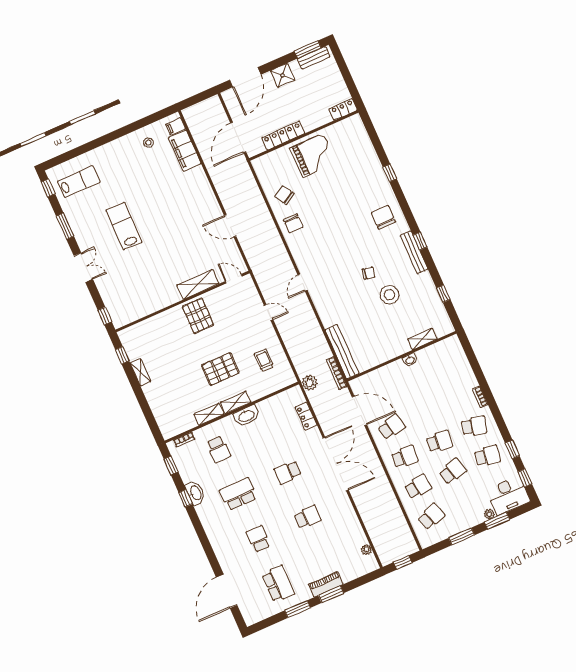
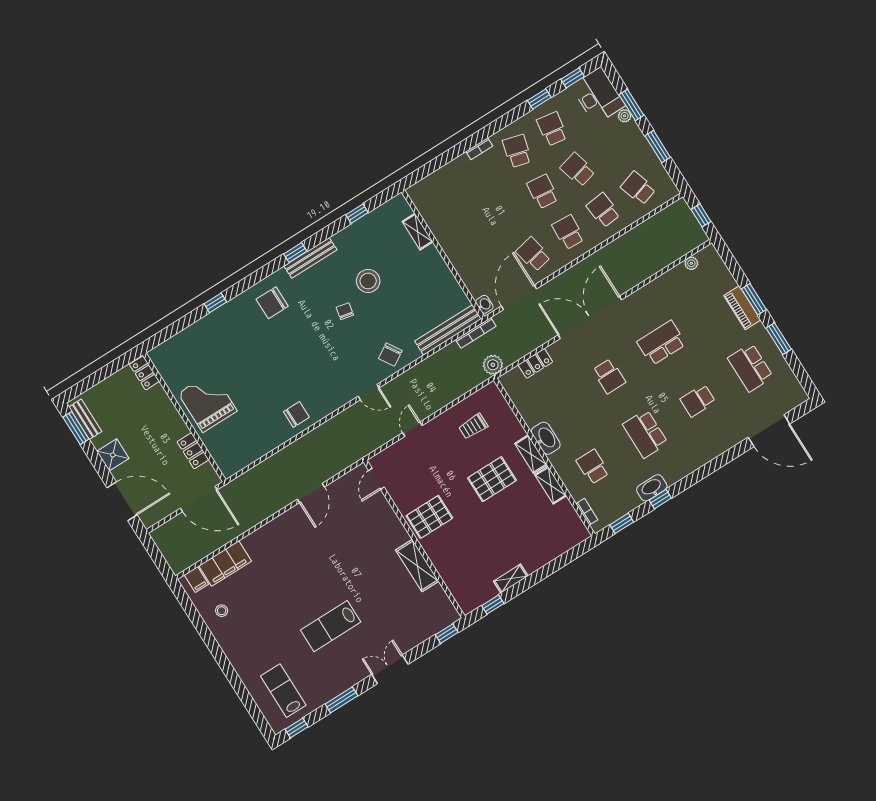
locker: (283, 136) -> (193, 451), width x0.66
chair: (285, 195) -> (390, 355), moved
shelving: (198, 284) -> (417, 566), moved
washbasin: (410, 360) -> (484, 304), moved
pallet: (220, 369) -> (492, 479), turned 90
school desk: (219, 449) -> (593, 467), turned -90
school desk: (307, 517) -> (662, 343), width x1.85
school desk: (278, 584) -> (750, 367), turned -90

